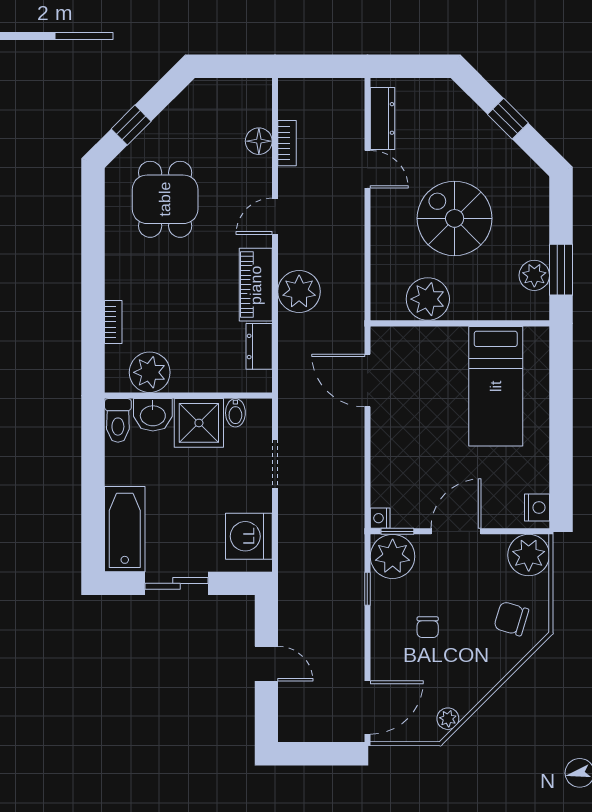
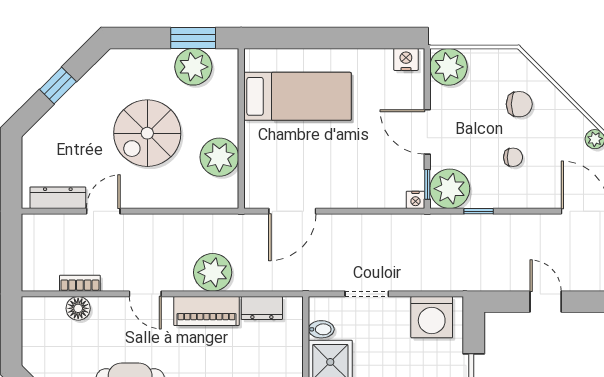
plant: (534, 275) -> (193, 67), width x1.36, depth x1.36
chair: (511, 619) -> (519, 104), moved, turned -107
door: (266, 664) -> (546, 302), hinge flipped

